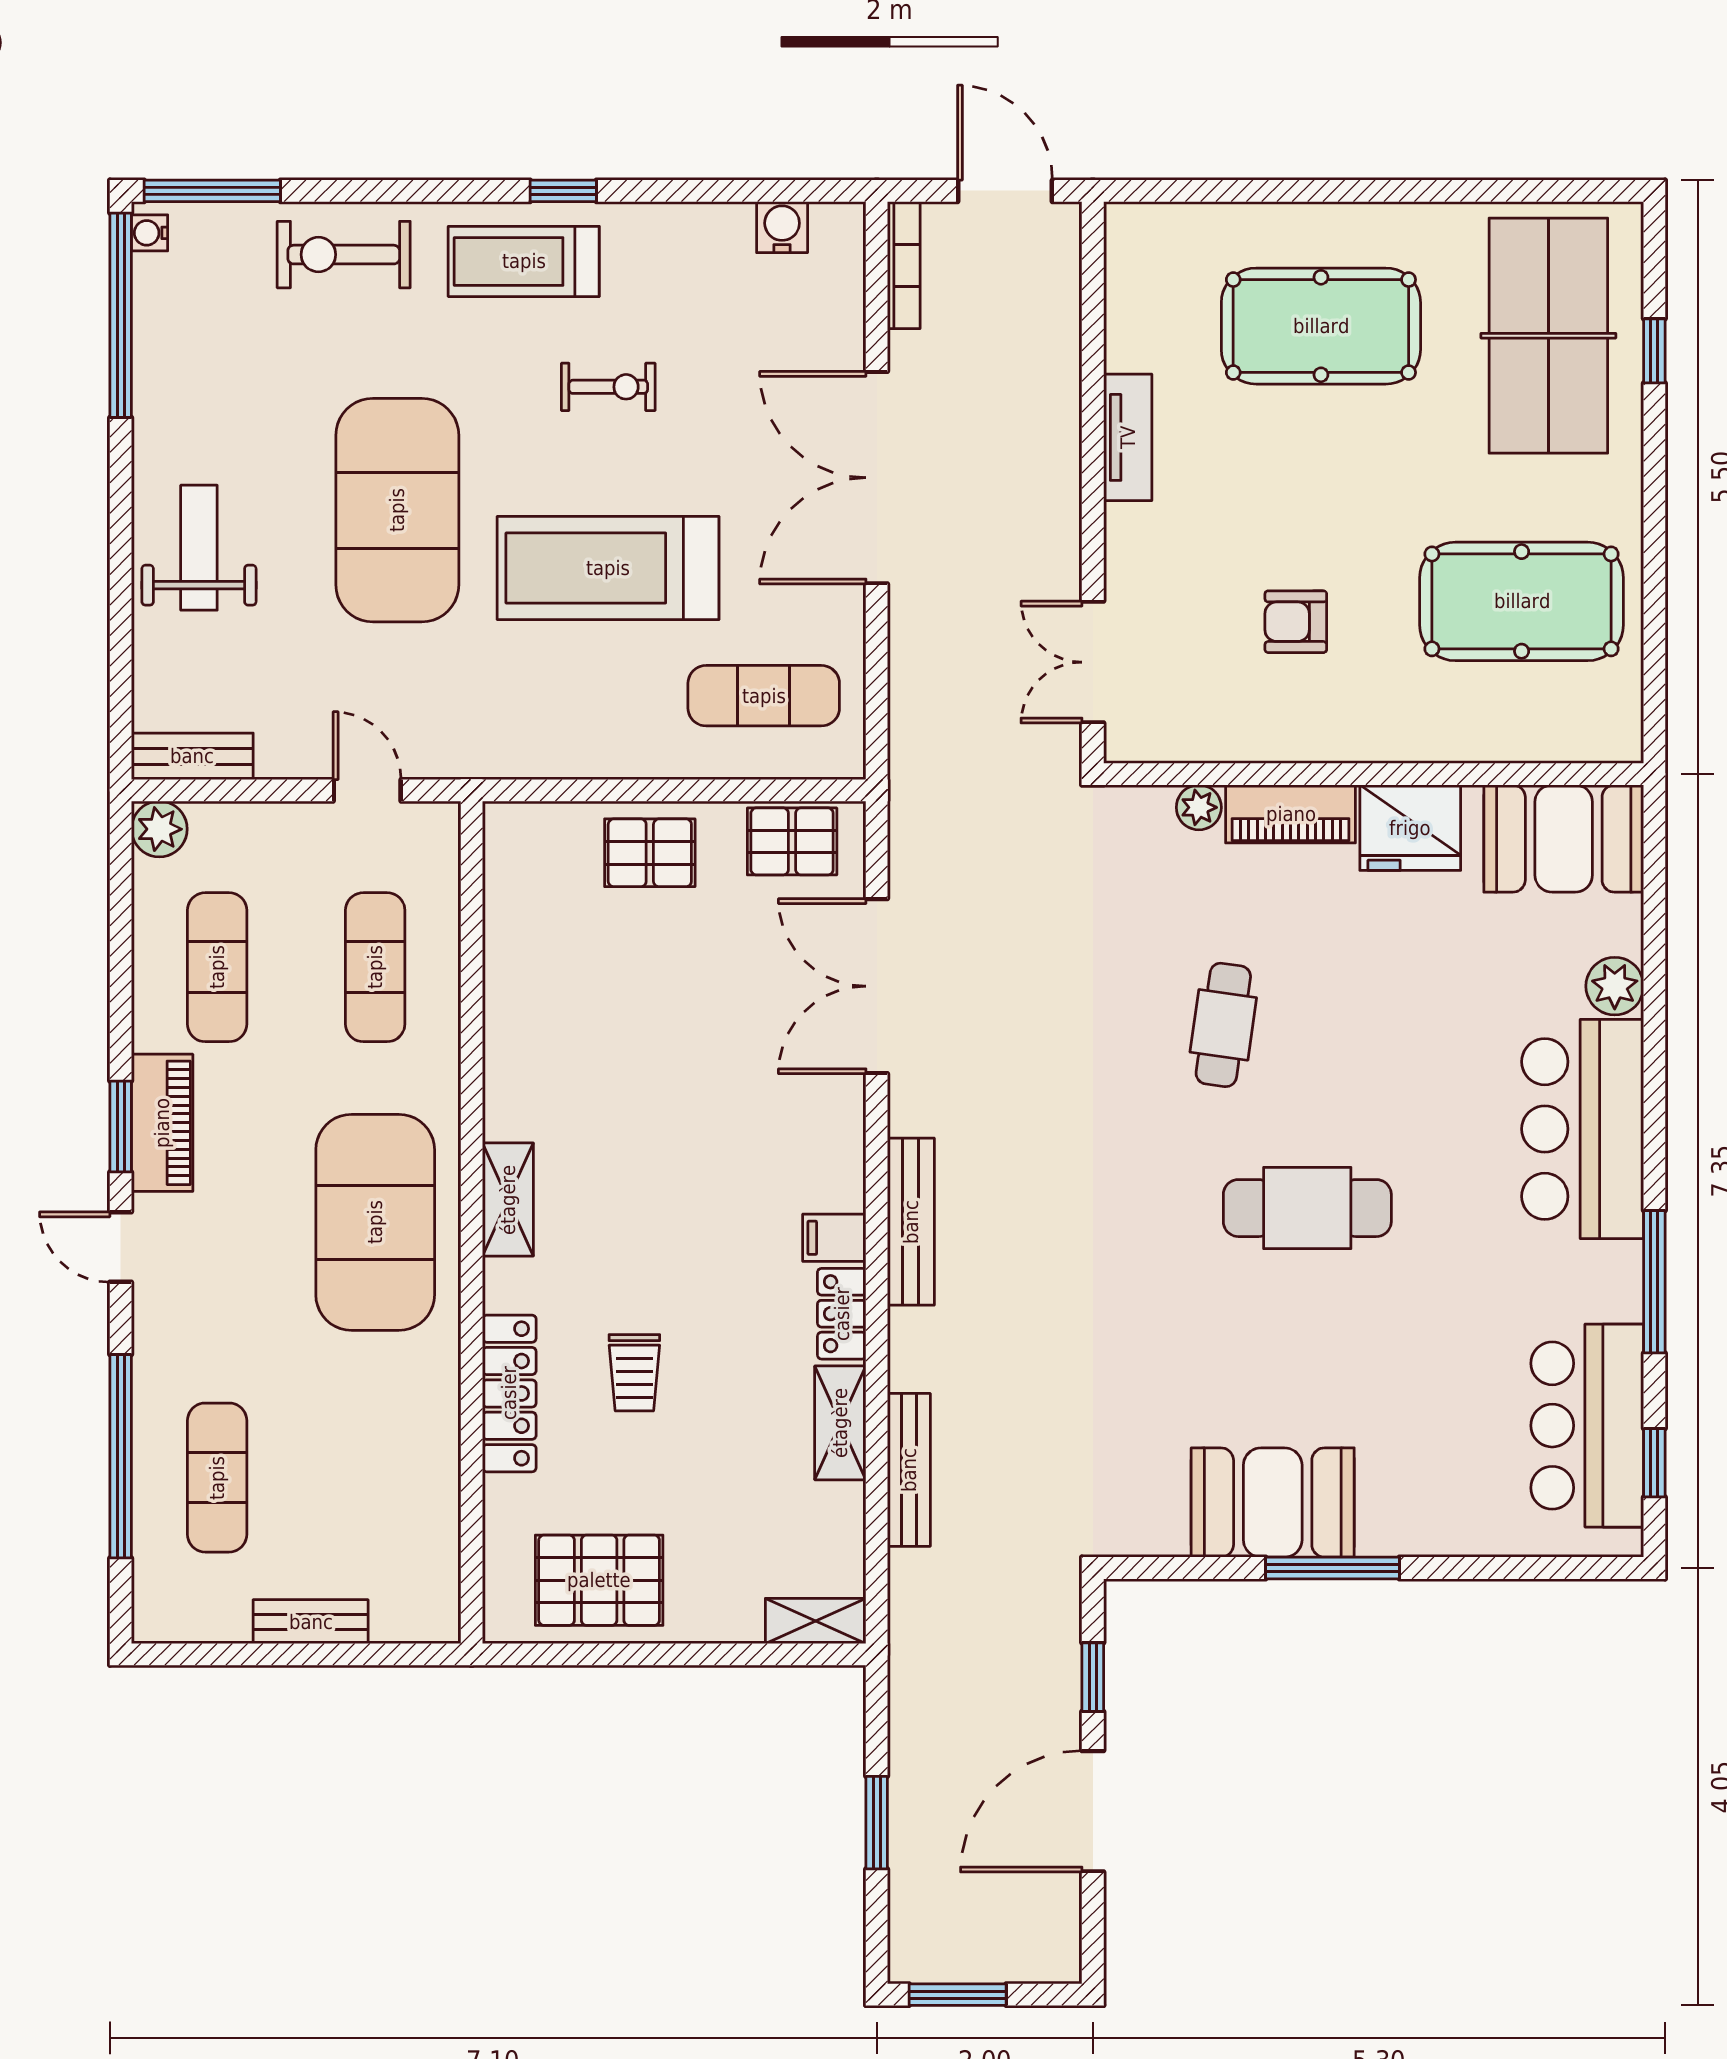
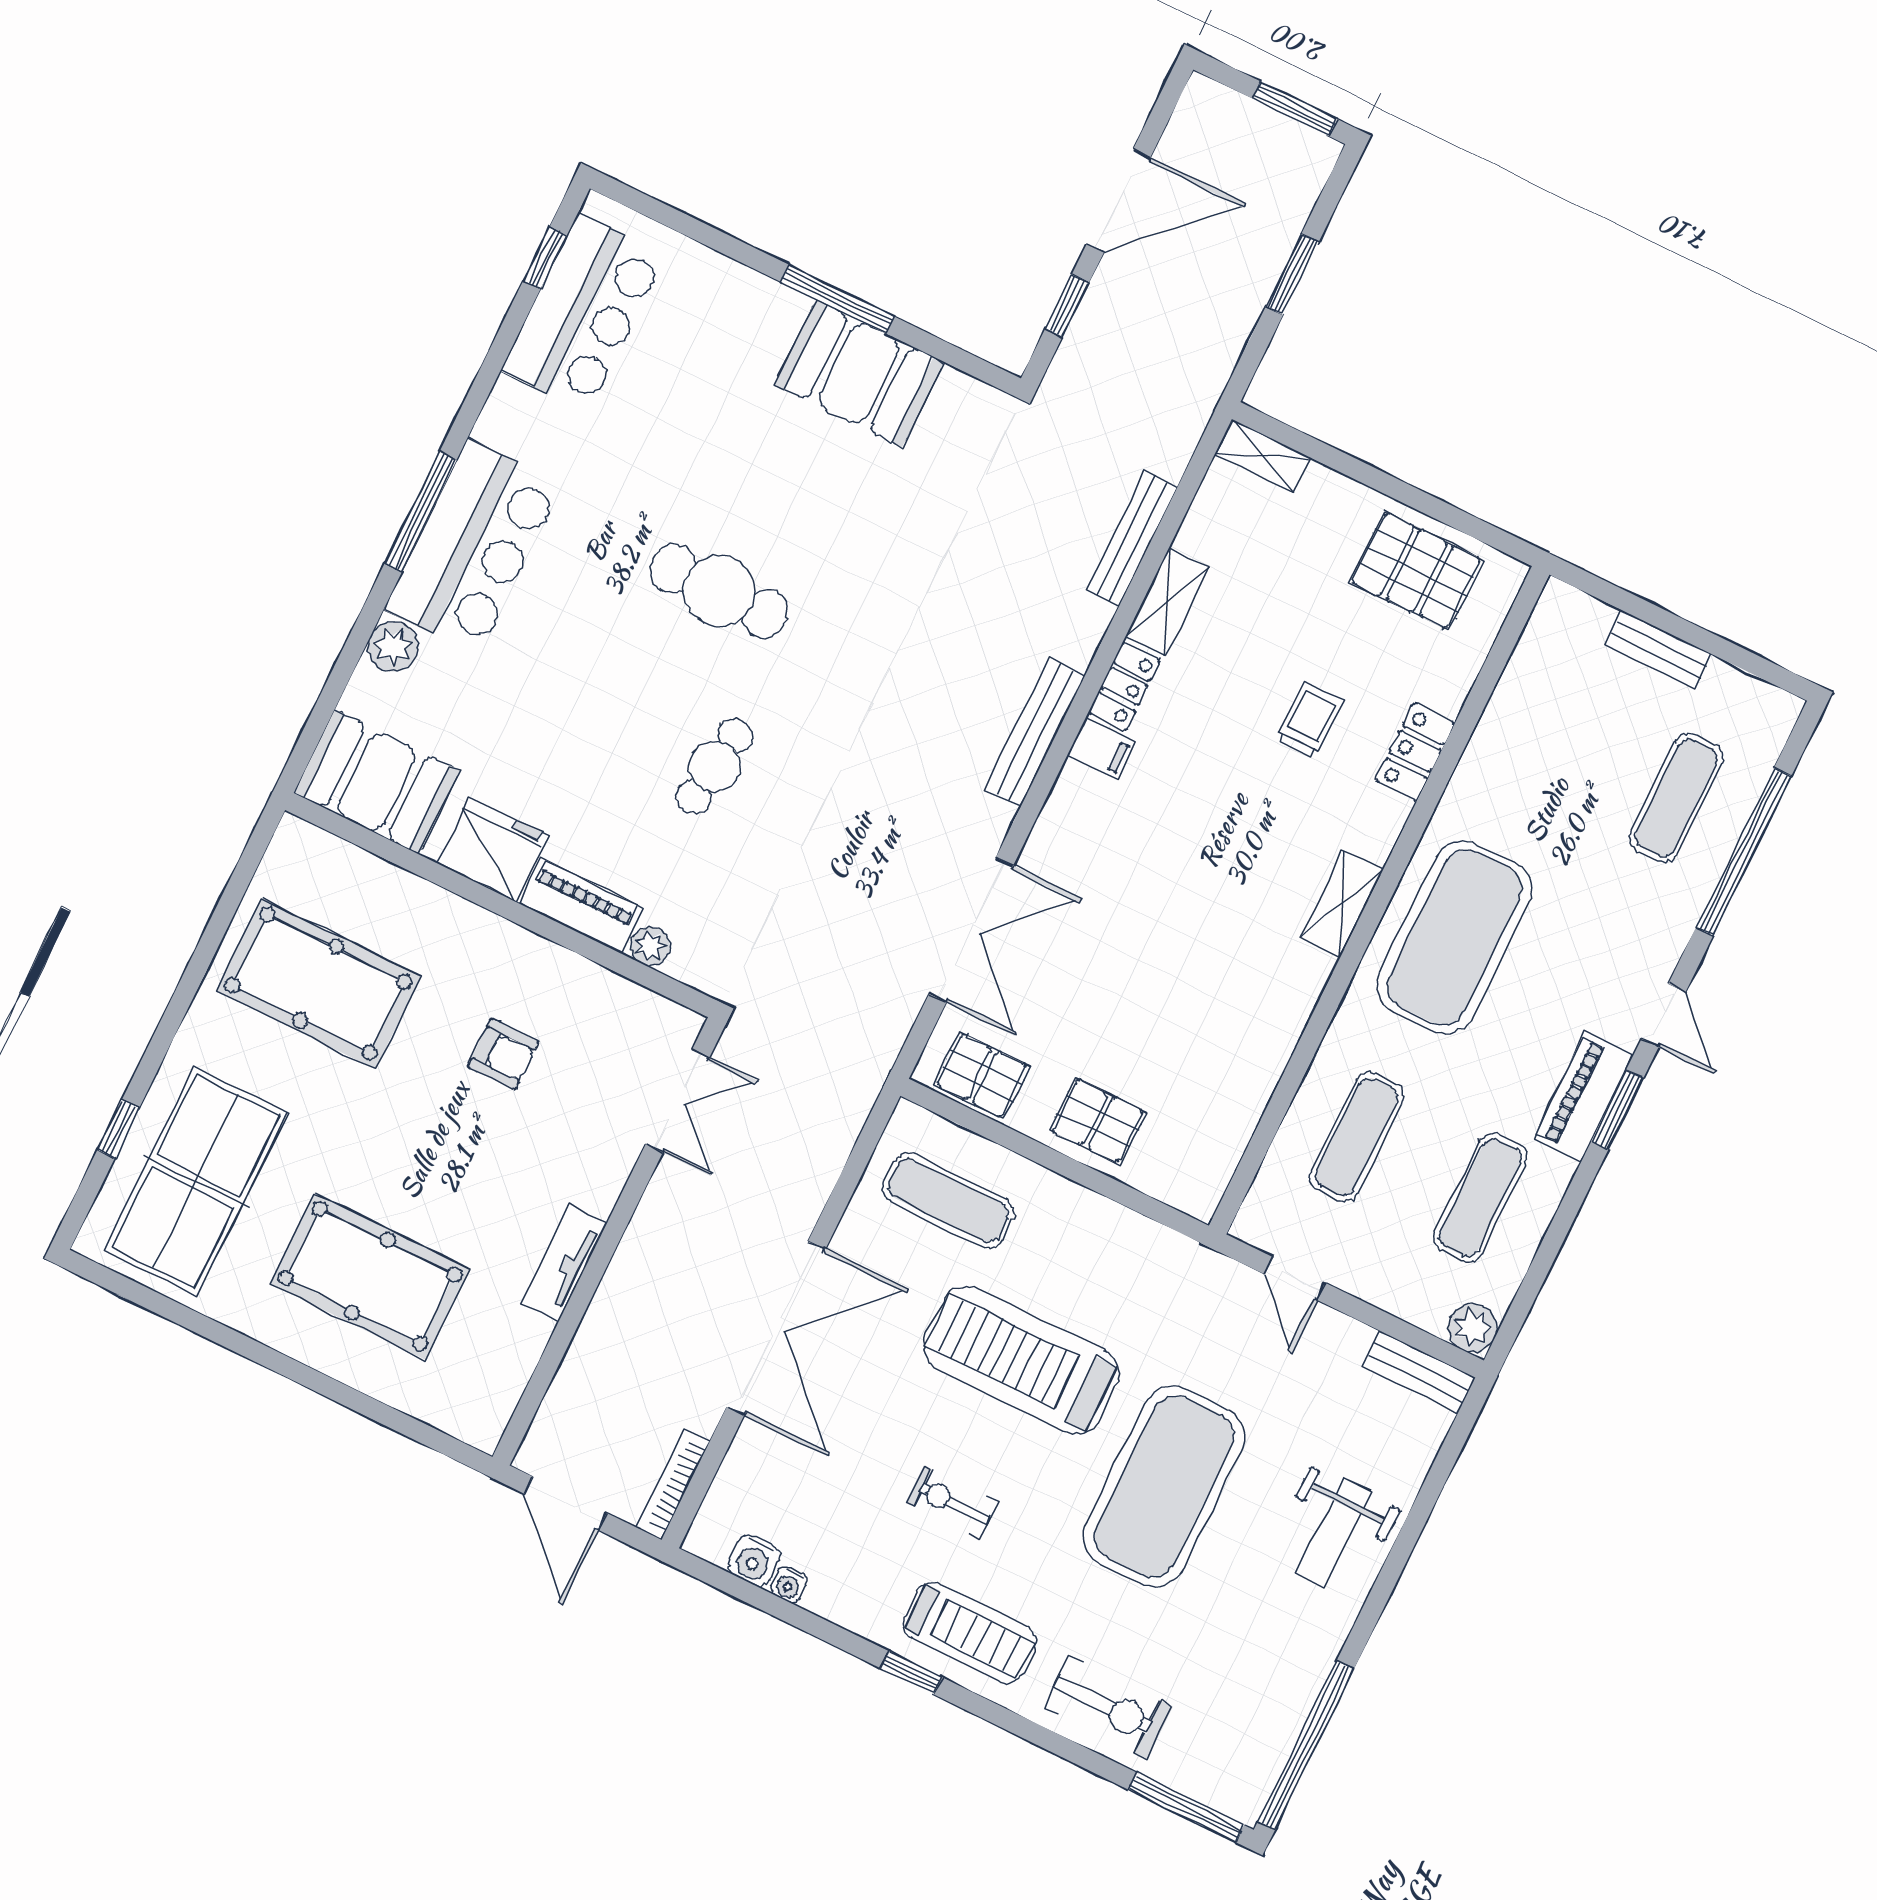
water cooler: (150, 233) -> (789, 1585), moved, turned 90
treadmill: (608, 568) -> (1021, 1360), turned 180
window: (1654, 1282) -> (421, 512), moved
locker: (509, 1393) -> (1415, 752), width x0.66

